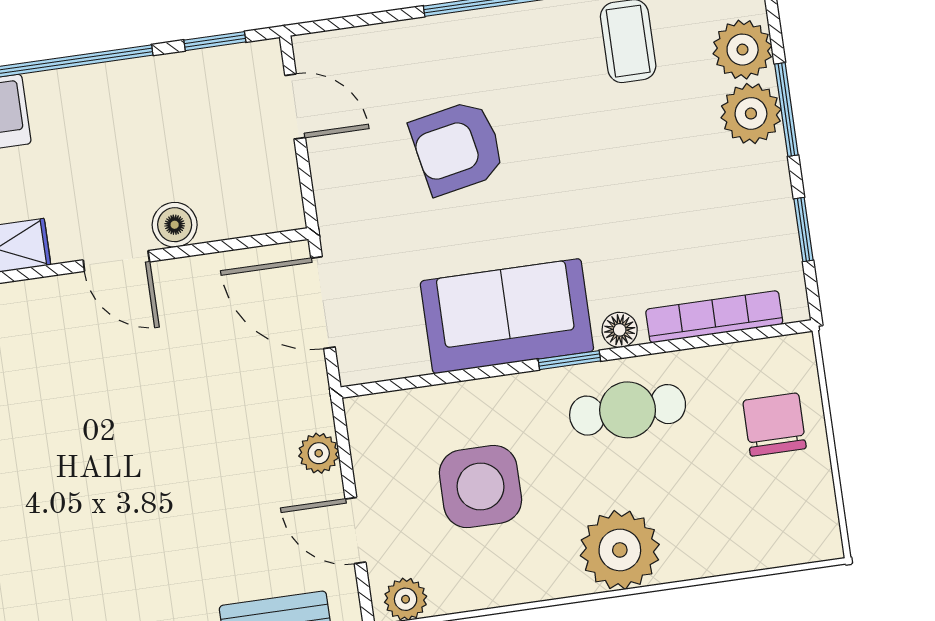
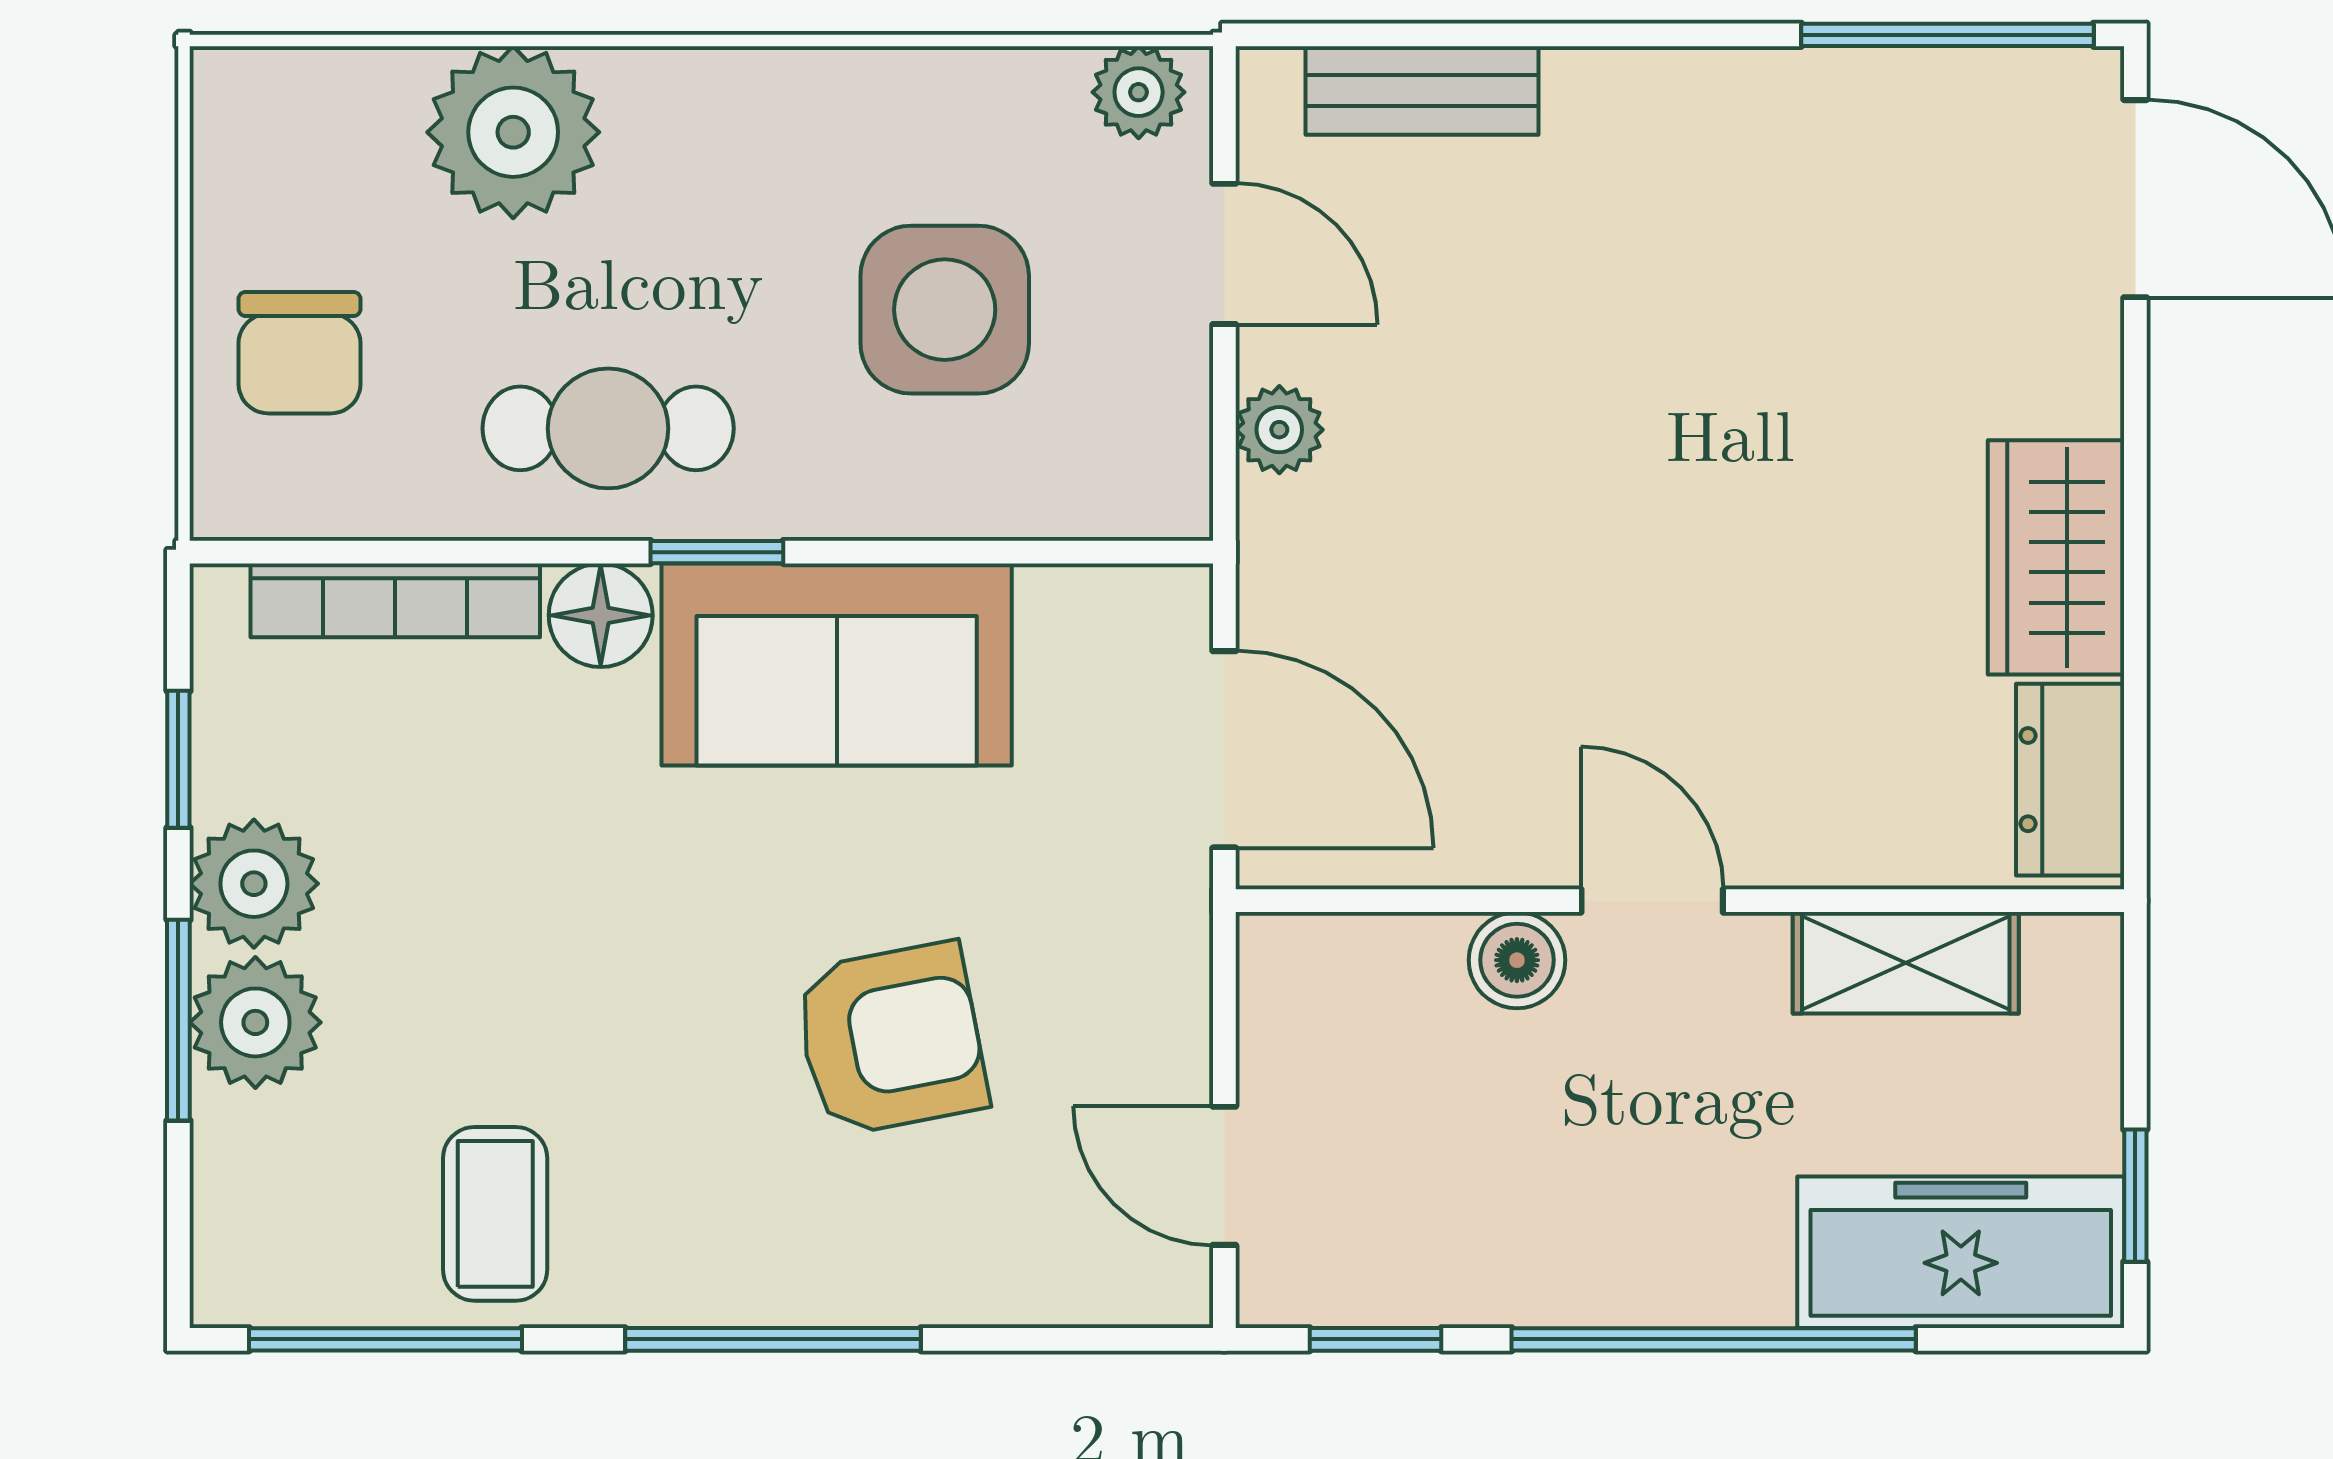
plant: (743, 50) -> (254, 884), moved
floor lamp: (620, 330) -> (601, 615), width x1.37, depth x1.37
plant: (620, 550) -> (513, 132), moved

